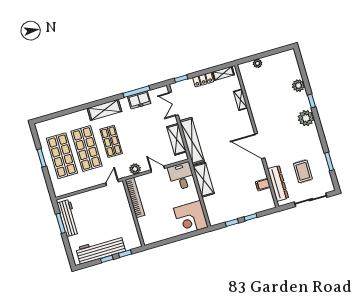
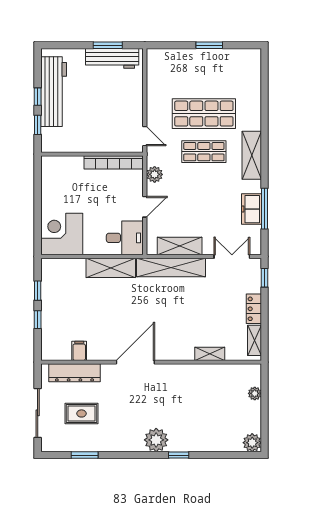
plant: (298, 86) -> (252, 443), moved
shop shelf: (62, 156) -> (204, 75), removed

